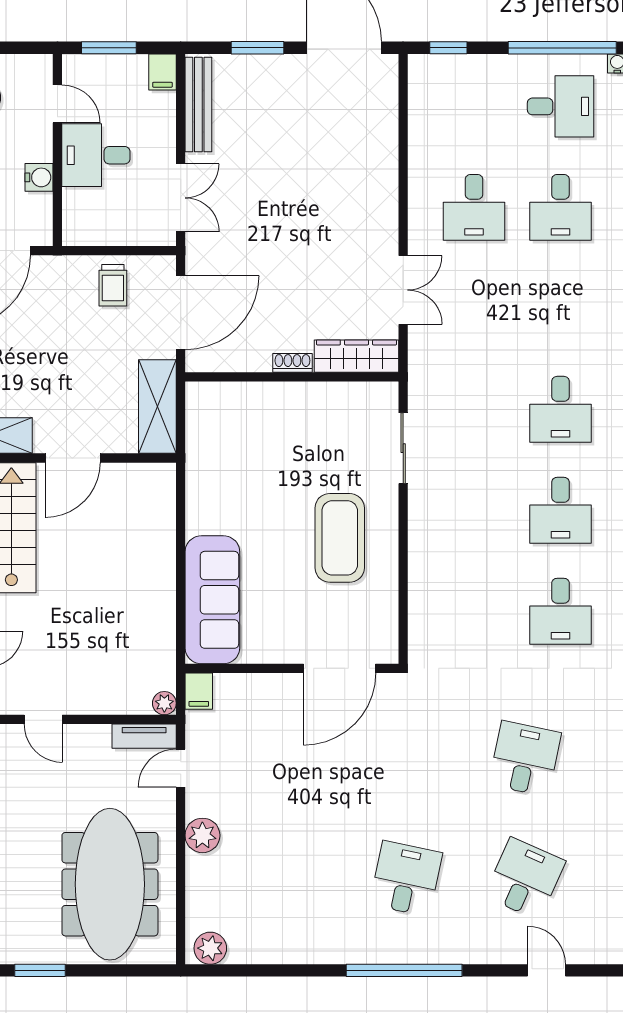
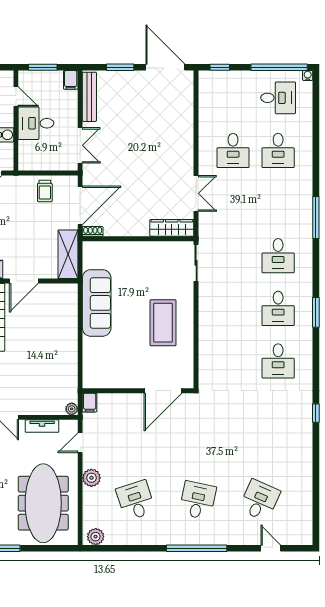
shoe rack: (292, 363) -> (93, 231), moved
sliding door: (403, 448) -> (196, 263), moved
sofa: (212, 600) -> (97, 303), moved
tv unit: (144, 736) -> (42, 426), moved
desk: (525, 759) -> (136, 500), moved, turned -30

